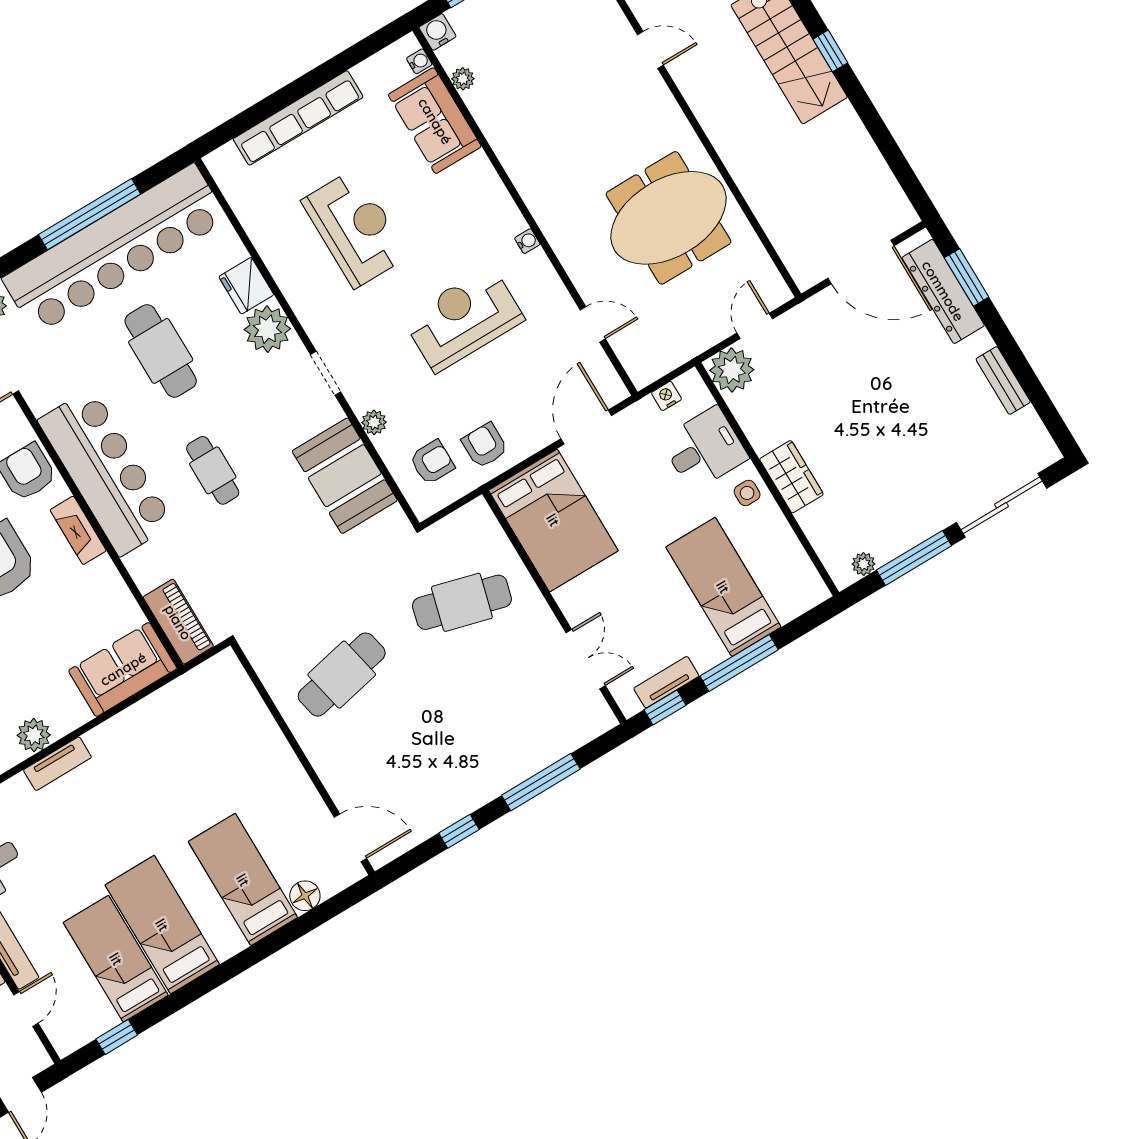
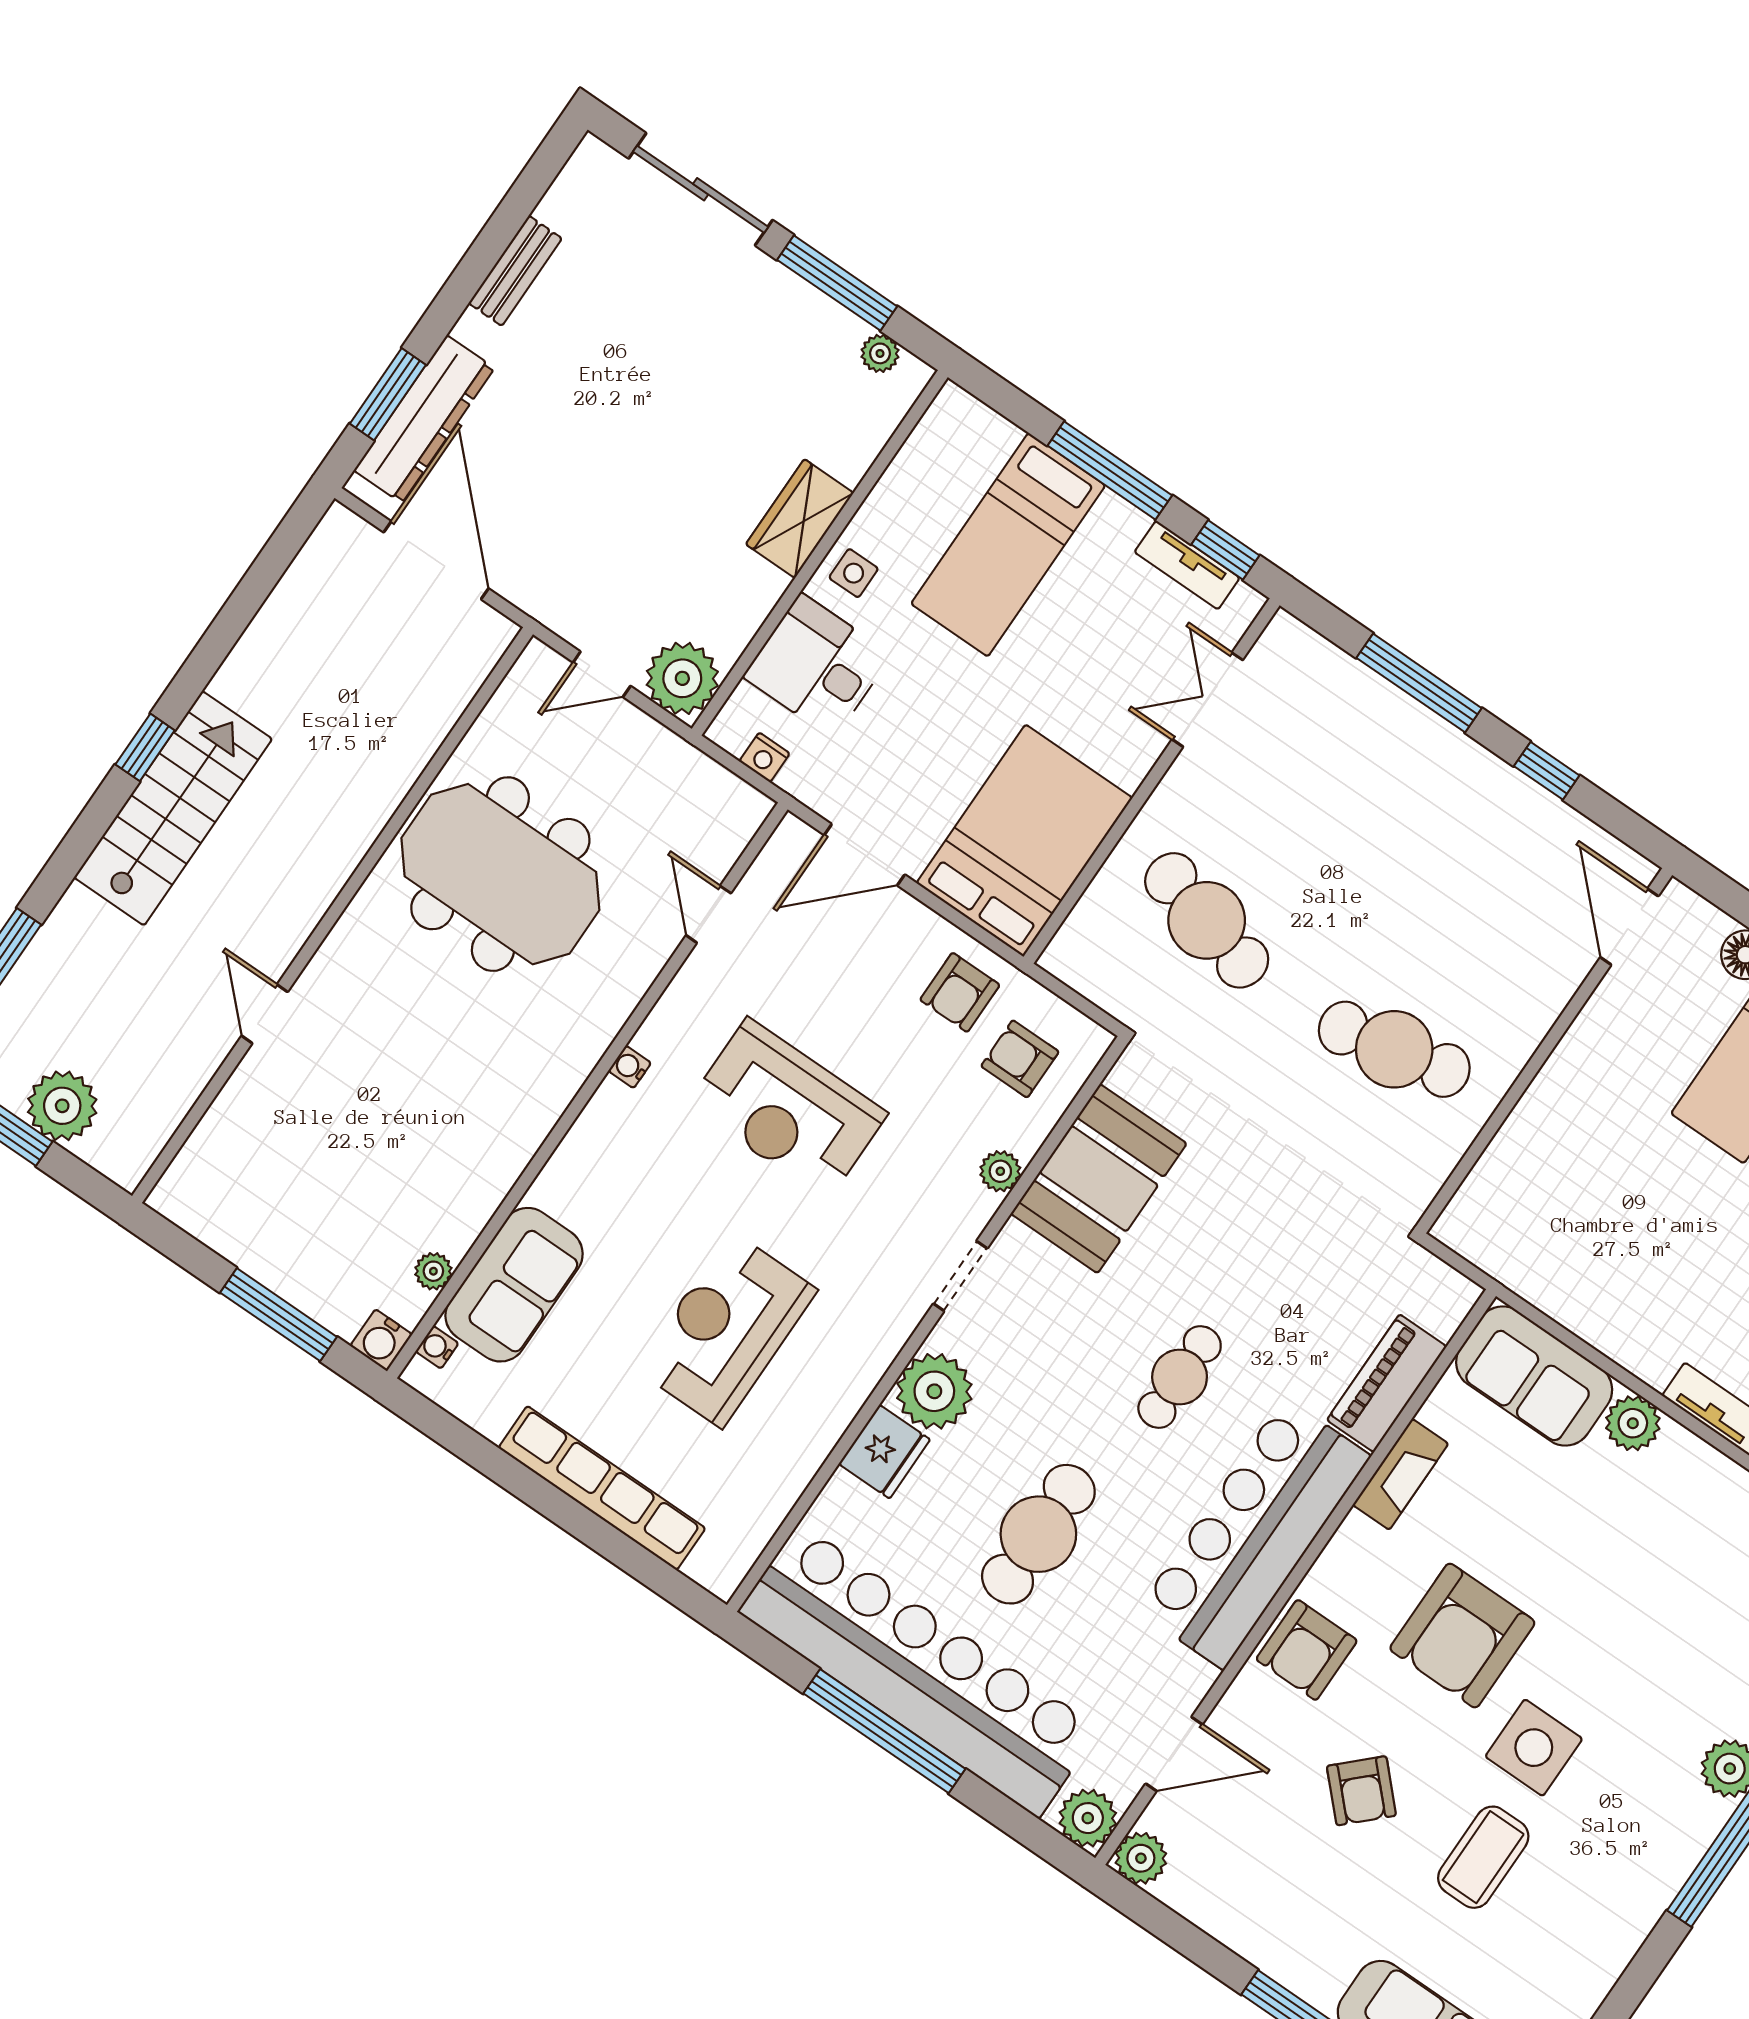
fireplace: (78, 530) -> (1401, 1474), moved
piano: (178, 622) -> (1387, 1383), moved
plant: (34, 735) -> (1633, 1423), moved

